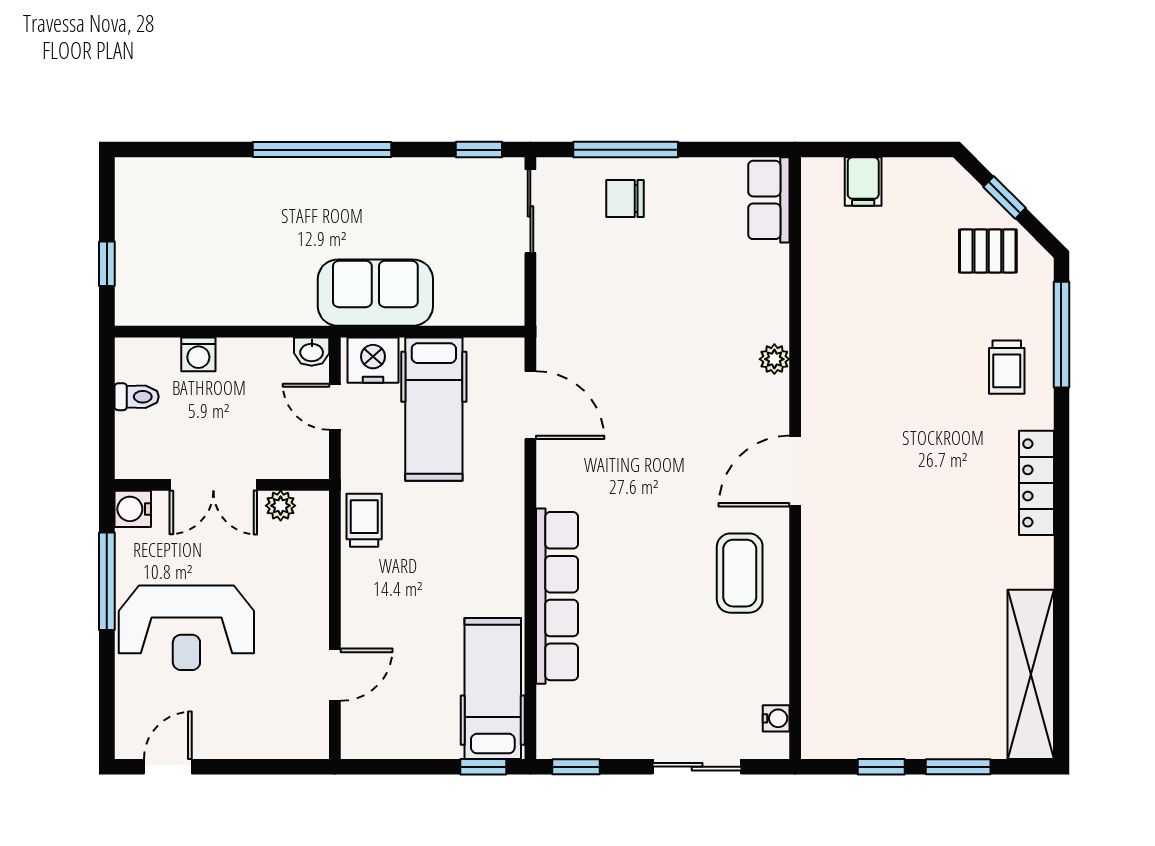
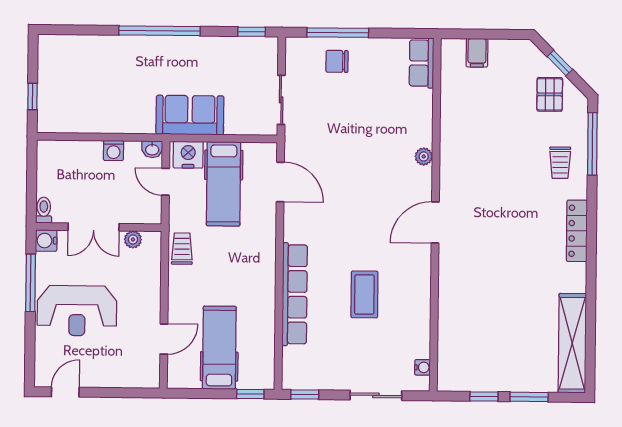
sliding door: (530, 211) -> (281, 100), moved
pallet: (988, 251) -> (550, 94), turned 90
washing machine: (198, 354) -> (113, 151), moved
toilet: (137, 397) -> (44, 210), moved, turned -90
coffee table: (740, 573) -> (364, 294), moved
hospital bed: (493, 688) -> (219, 348), moved

